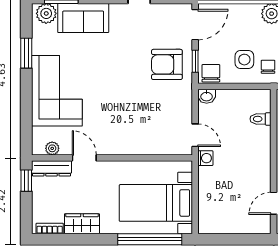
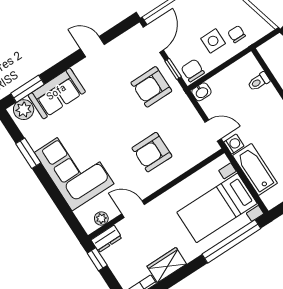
armchair: (132, 120) -> (152, 152), added
dresser: (51, 168) -> (106, 239), width x0.70
bathtub: (209, 191) -> (255, 169), added

